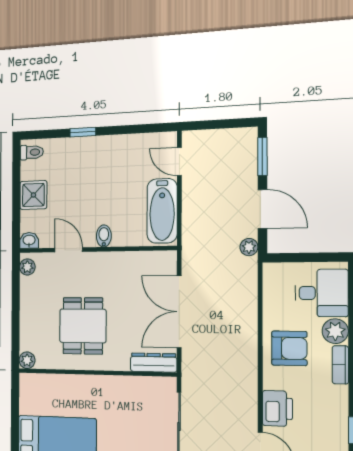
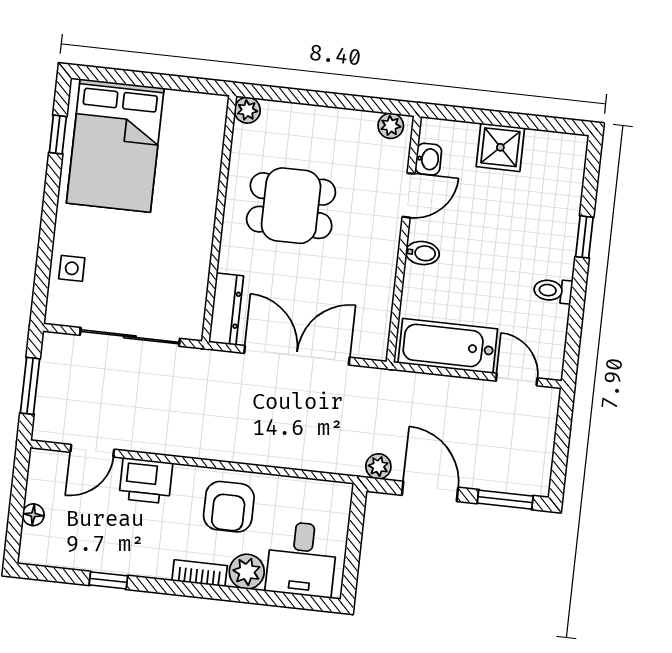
toilet: (32, 152) -> (553, 291), moved, turned 90
door: (179, 161) -> (517, 380), hinge flipped
door: (262, 209) -> (430, 491), swing flipped
washbasin: (29, 240) -> (428, 159), moved

